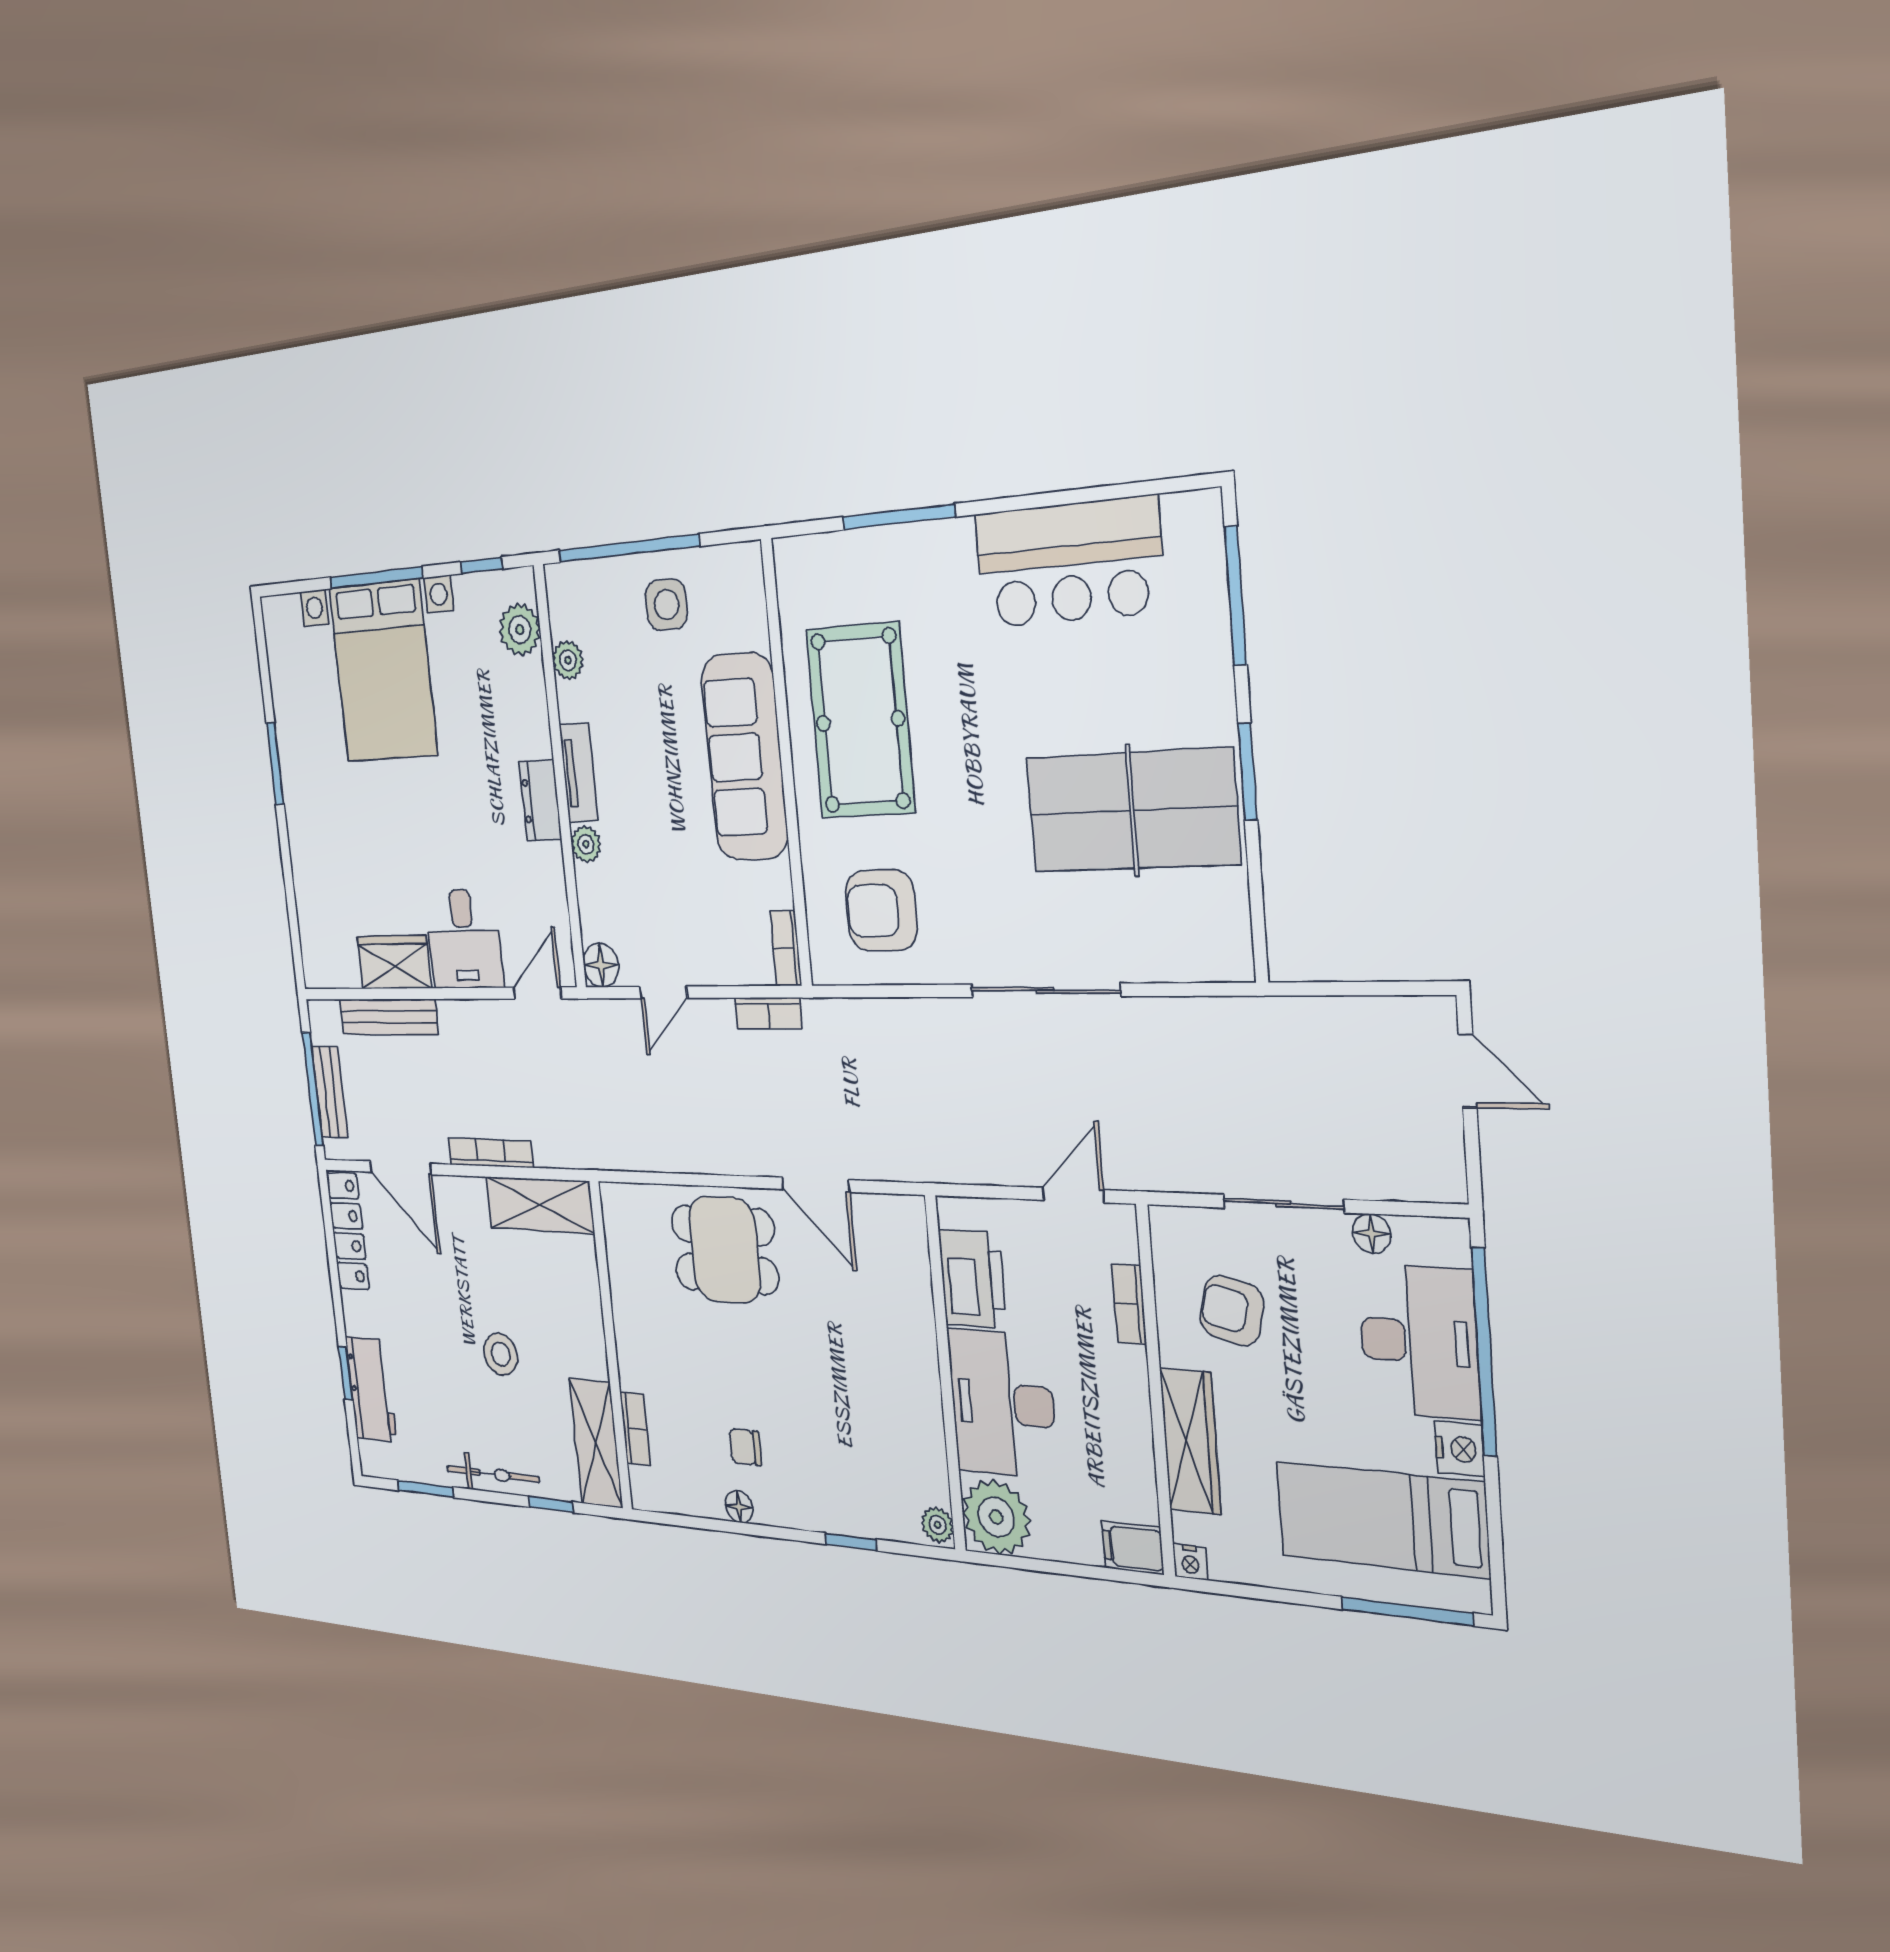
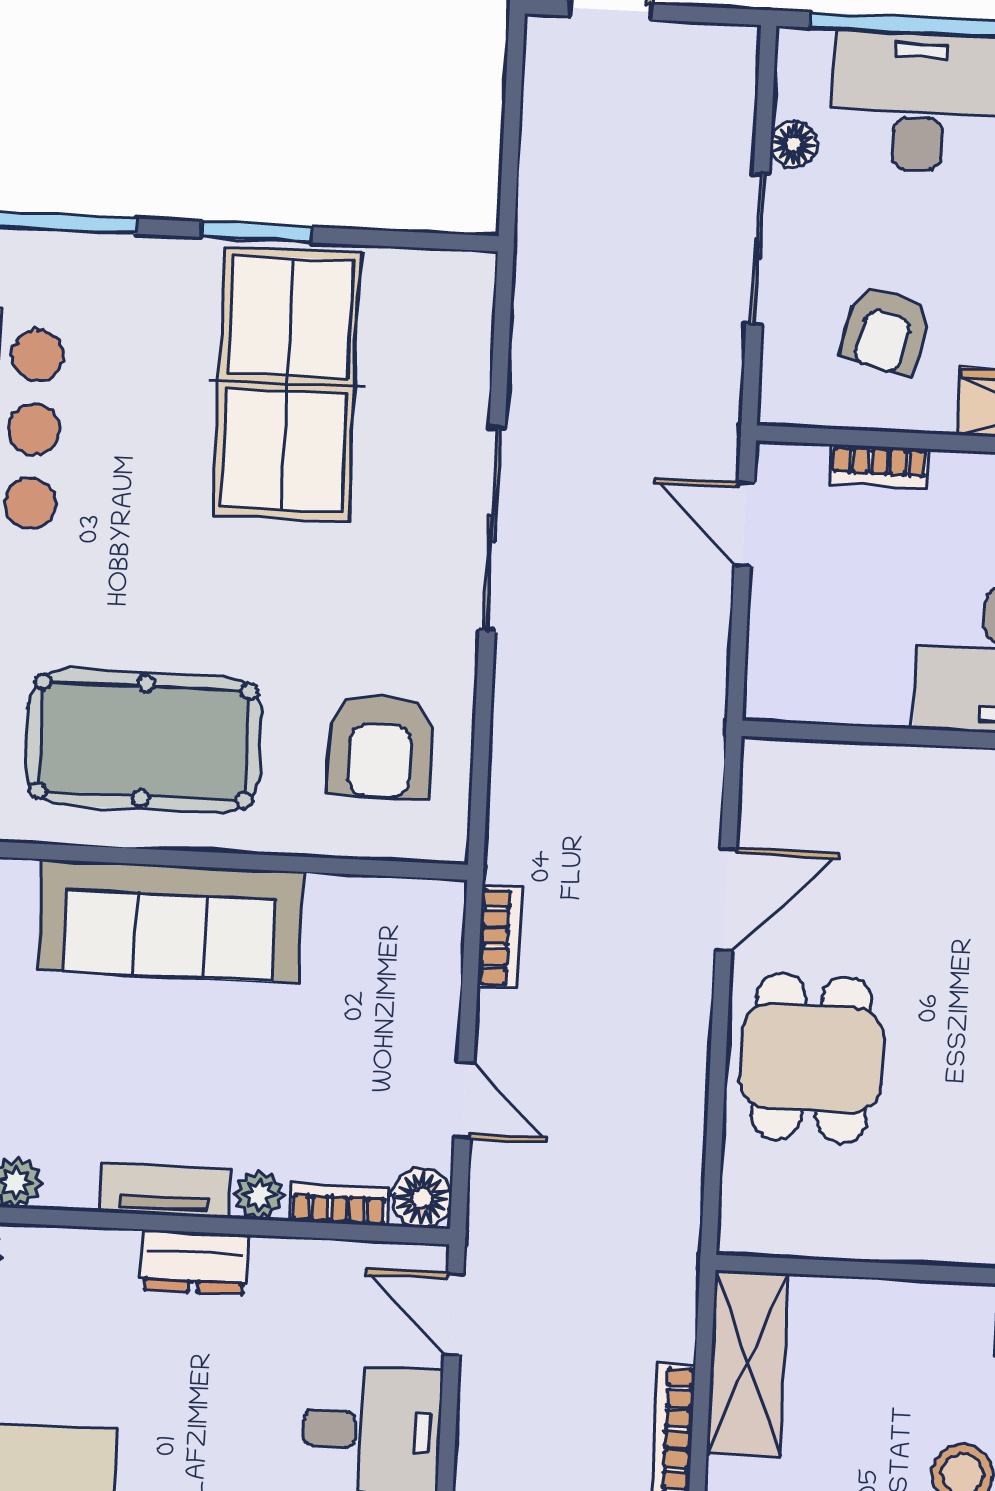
bookcase: (786, 948) -> (339, 1204), moved, turned 180
printer: (972, 1279) -> (849, 682), removed

